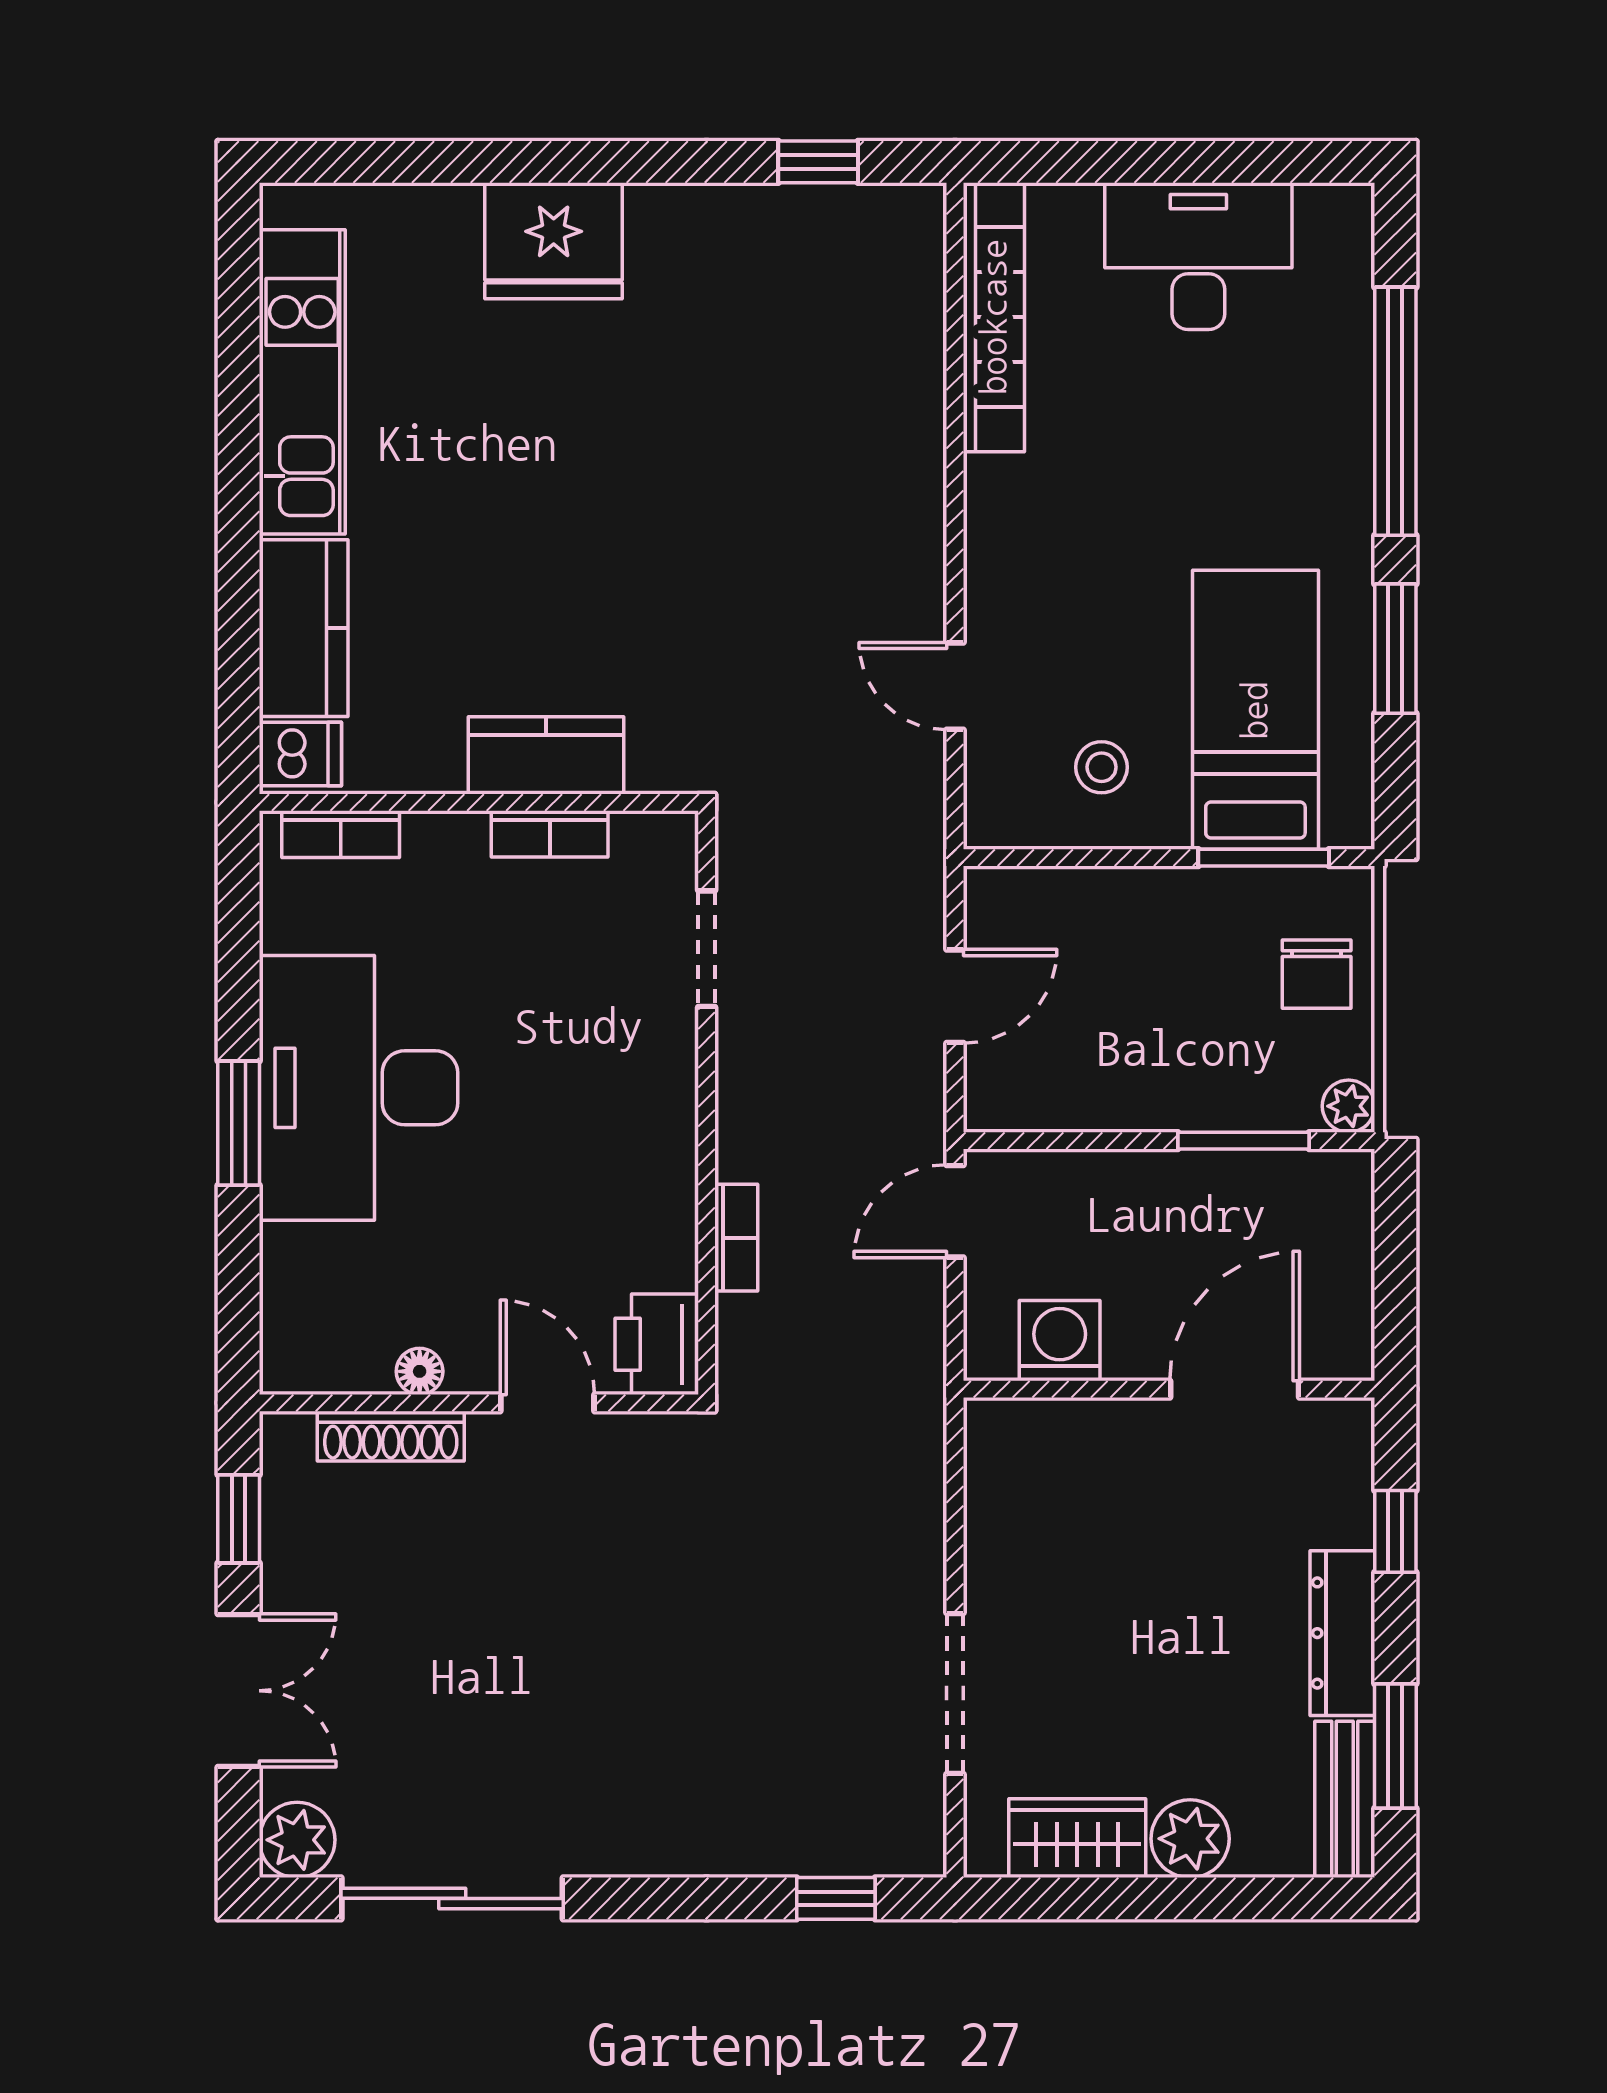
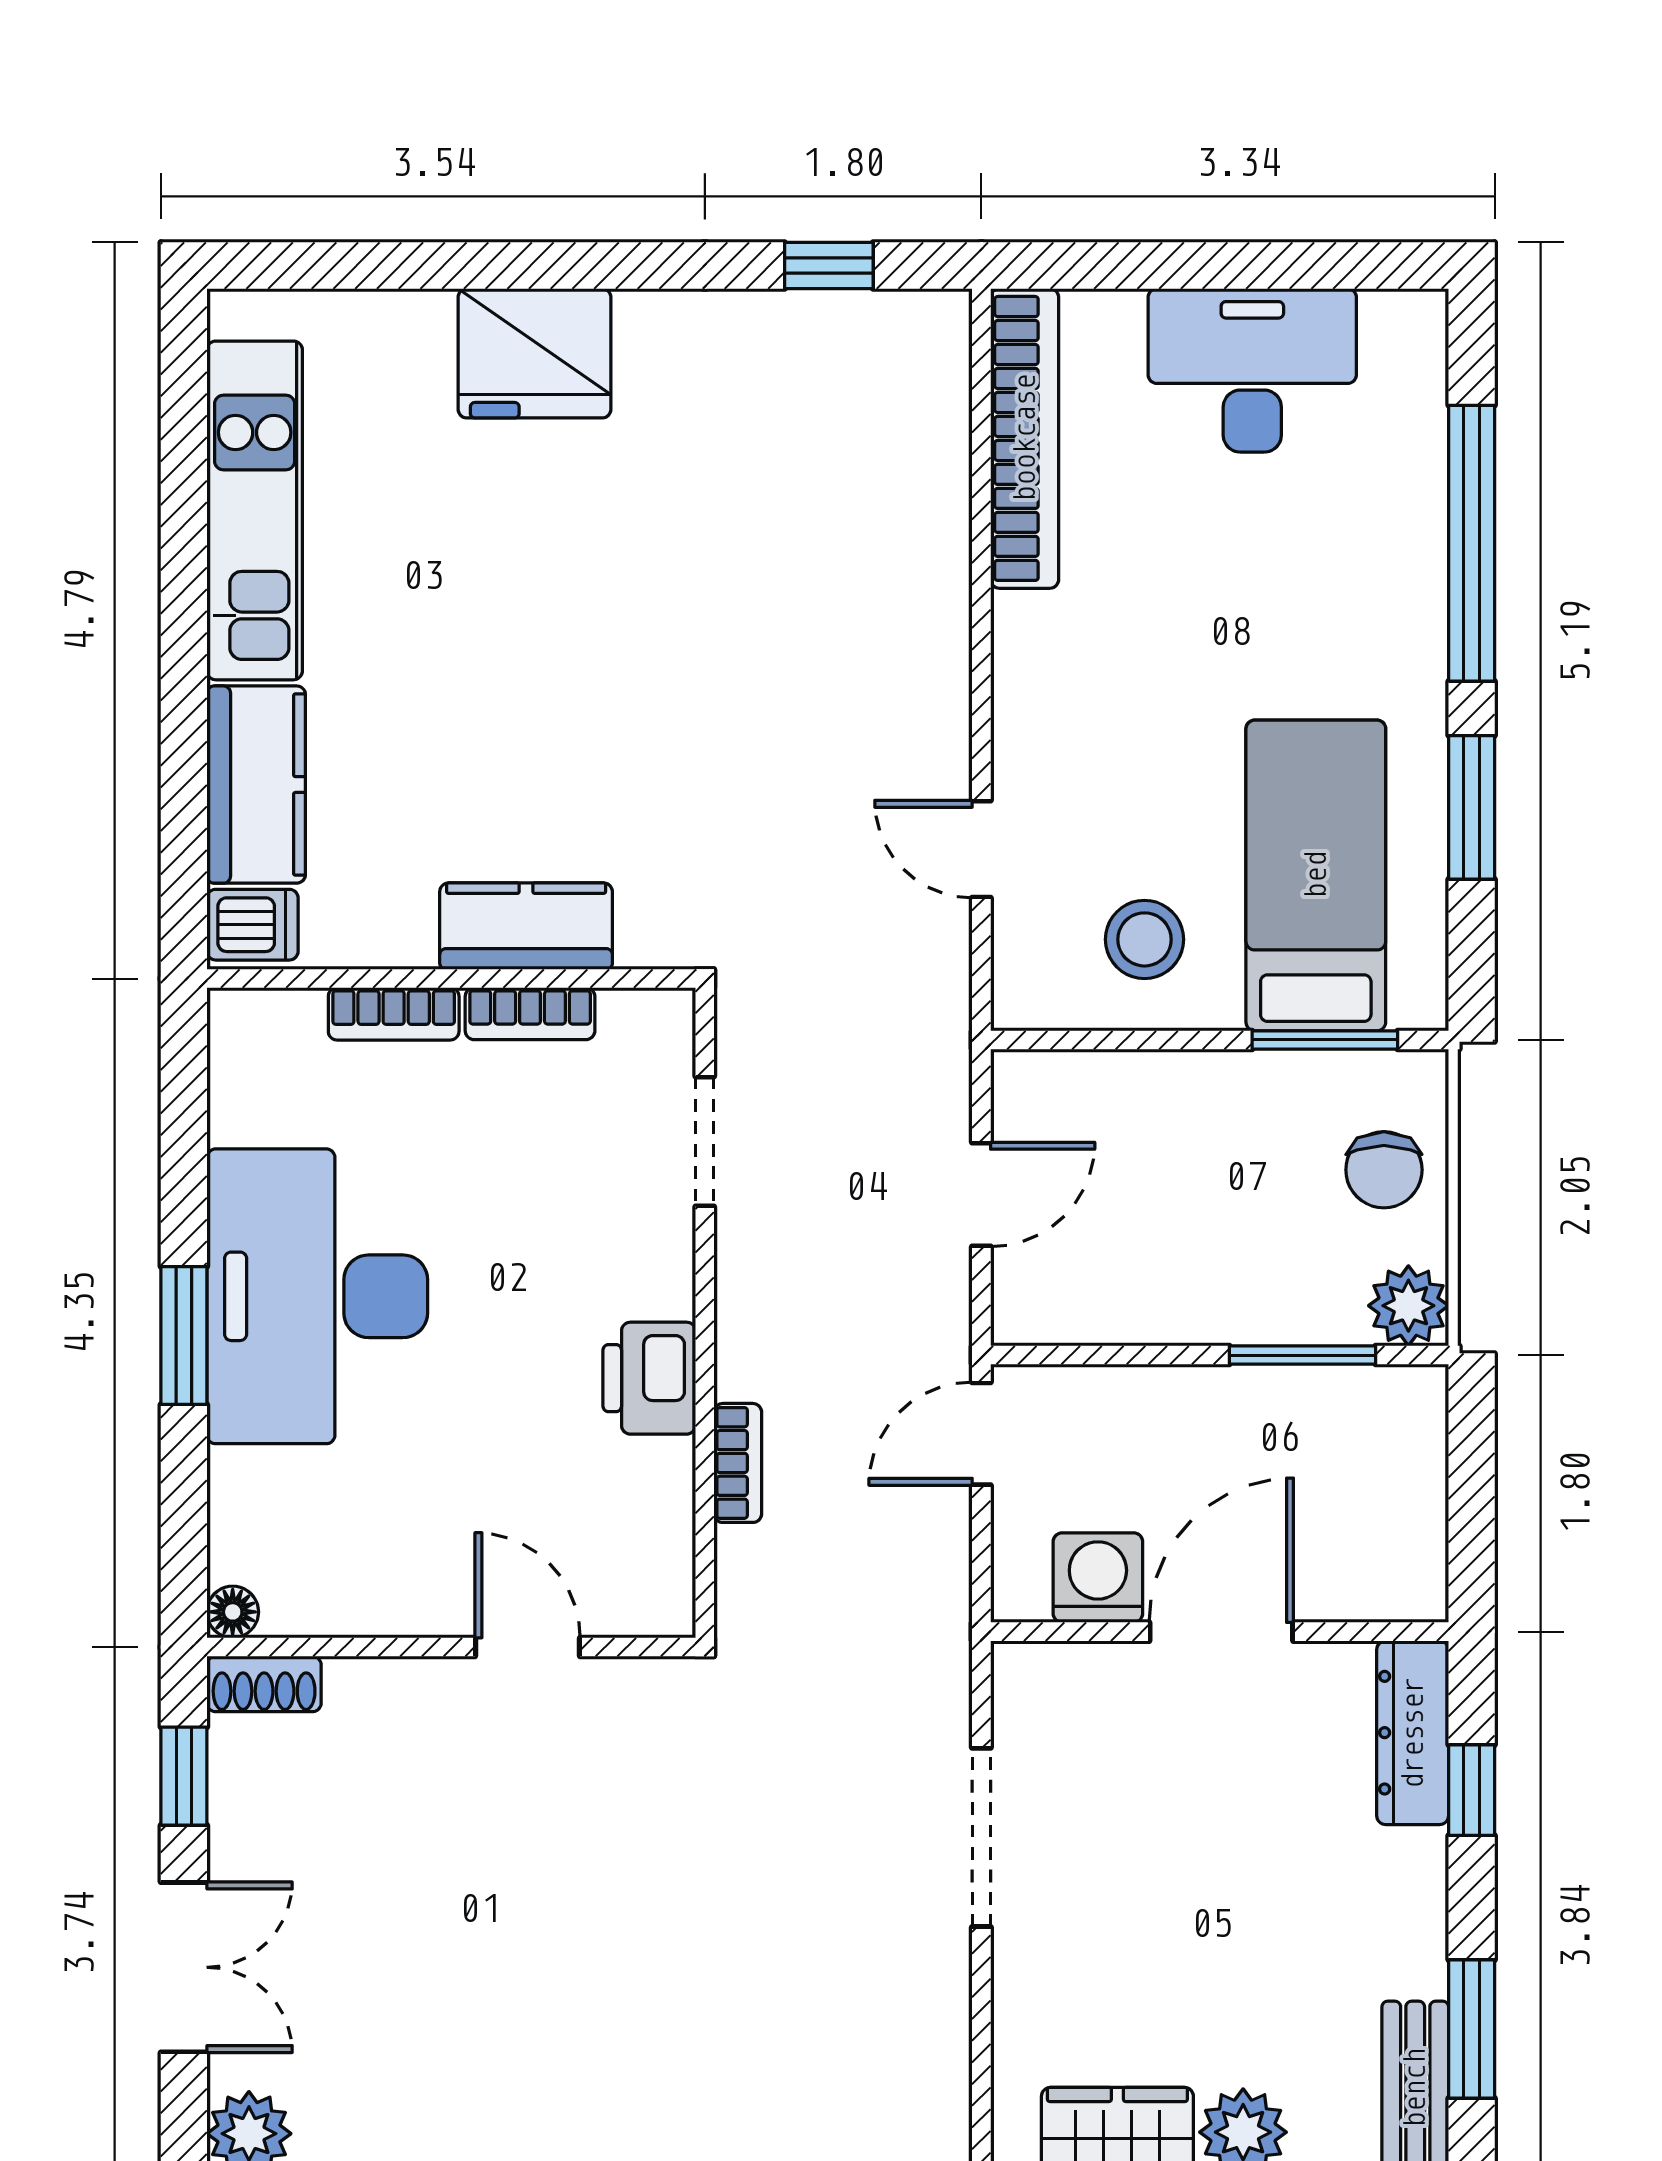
stool: (1102, 767) -> (1144, 939), width x1.37, depth x1.37
bookcase: (341, 834) -> (394, 1014), moved
plant: (1349, 1106) -> (1408, 1306), width x1.38, depth x1.38
printer: (657, 1344) -> (649, 1378), moved
floor lamp: (420, 1371) -> (233, 1612), moved
door: (1235, 1389) -> (1221, 1632), moved
shoe rack: (391, 1436) -> (264, 1684), moved, width x0.70
dresser: (1342, 1633) -> (1413, 1733), moved
doorway: (955, 1694) -> (981, 1837), moved

